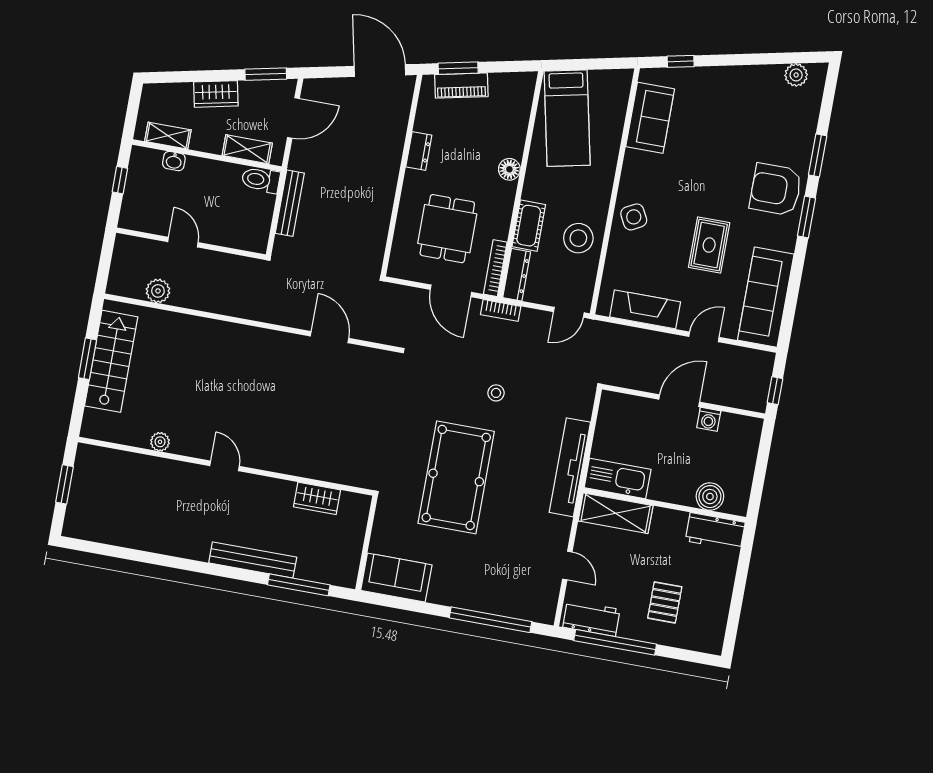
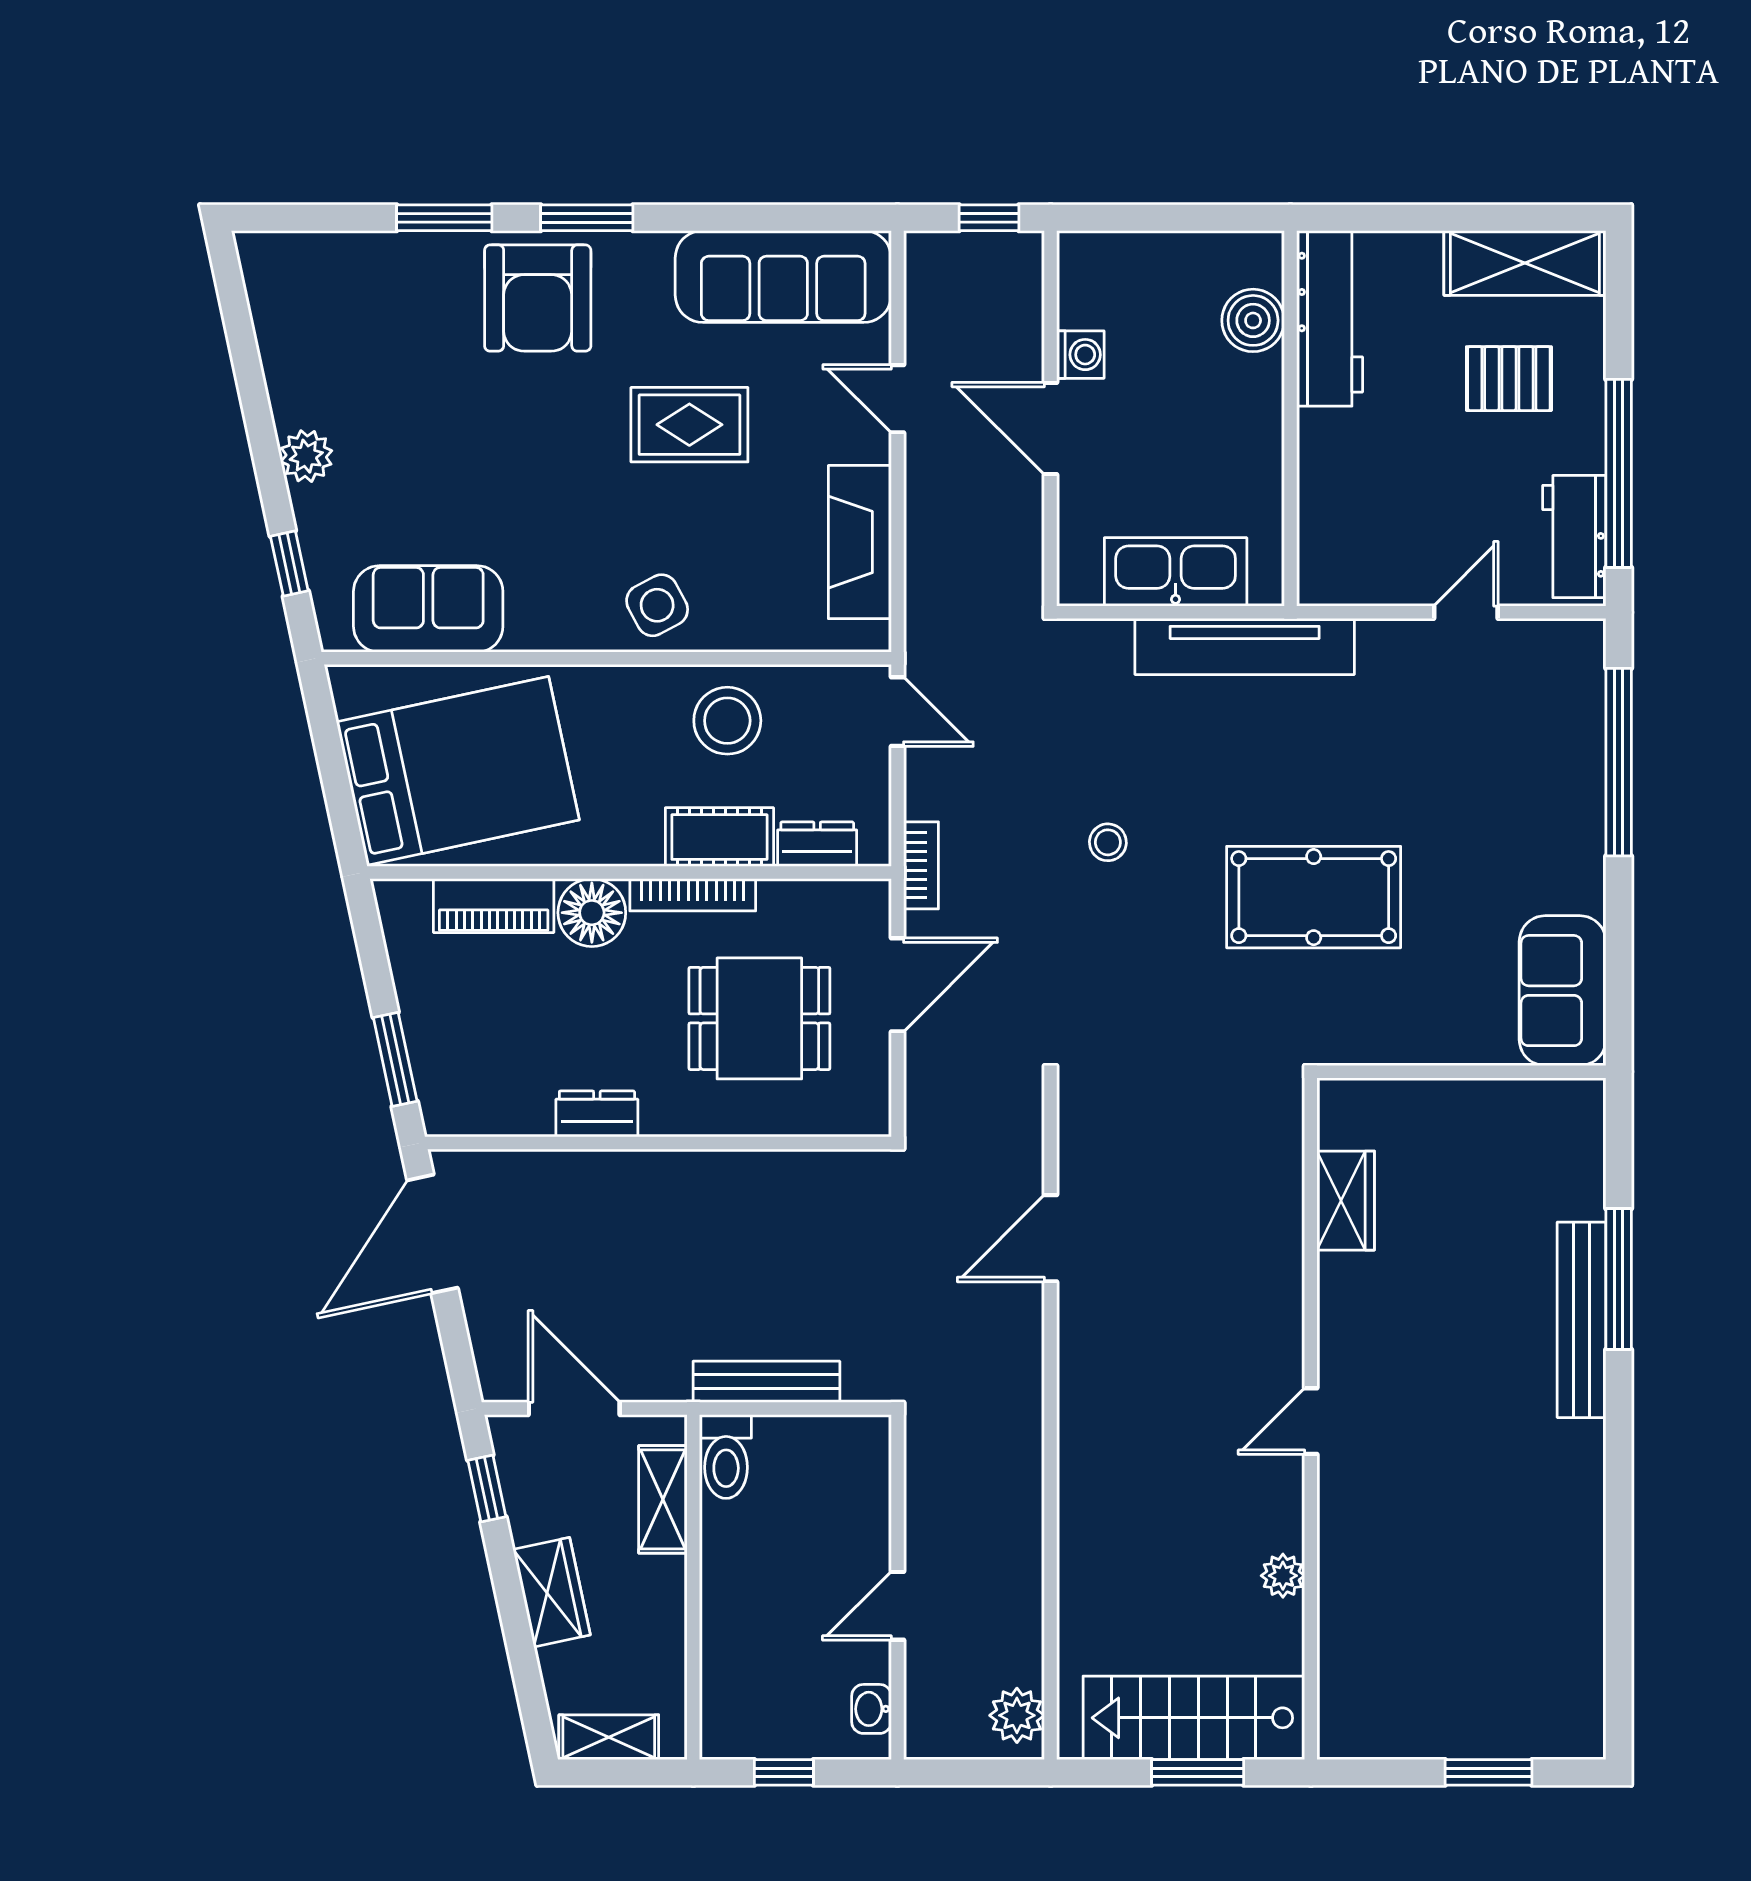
window: (266, 74) -> (487, 1489), width x0.67
plant: (796, 75) -> (306, 456), moved
piano: (461, 86) -> (494, 906), moved, turned 102
bed: (567, 118) -> (458, 771), width x1.50
shelving: (168, 136) -> (609, 1737), moved, turned 90
washbasin: (174, 161) -> (871, 1709), moved, turned 180
floor lamp: (509, 169) -> (592, 913), width x1.38, depth x1.38
bookcase: (495, 268) -> (693, 895), moved
dresser: (517, 275) -> (817, 844), width x0.70
plant: (158, 291) -> (1017, 1715), moved
plant: (160, 442) -> (1283, 1576), moved
door: (225, 466) -> (1311, 1421), moved
wall: (226, 466) -> (1311, 1419), moved
pool table: (456, 477) -> (1314, 897), width x0.73, depth x0.76
kitchen sink: (618, 478) -> (1176, 572), moved, turned 90
wardrobe: (317, 498) -> (1346, 1201), moved
shelving: (616, 513) -> (1525, 263), moved, turned 90
workbench: (715, 532) -> (1330, 318), width x1.38
window: (299, 585) -> (1619, 1279), moved

